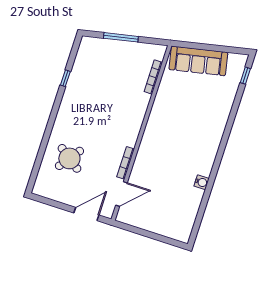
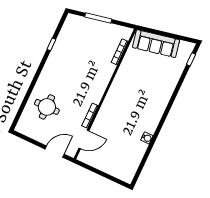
round table: (69, 158) -> (47, 107), turned -36

